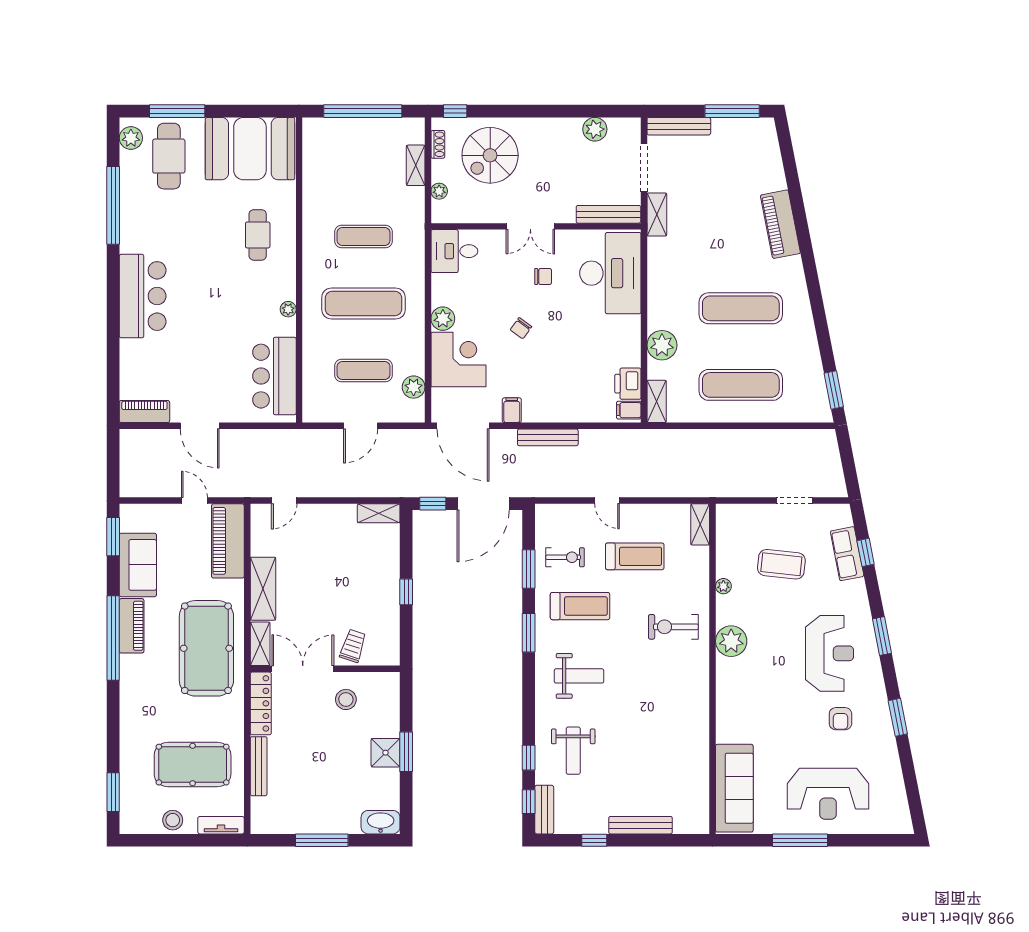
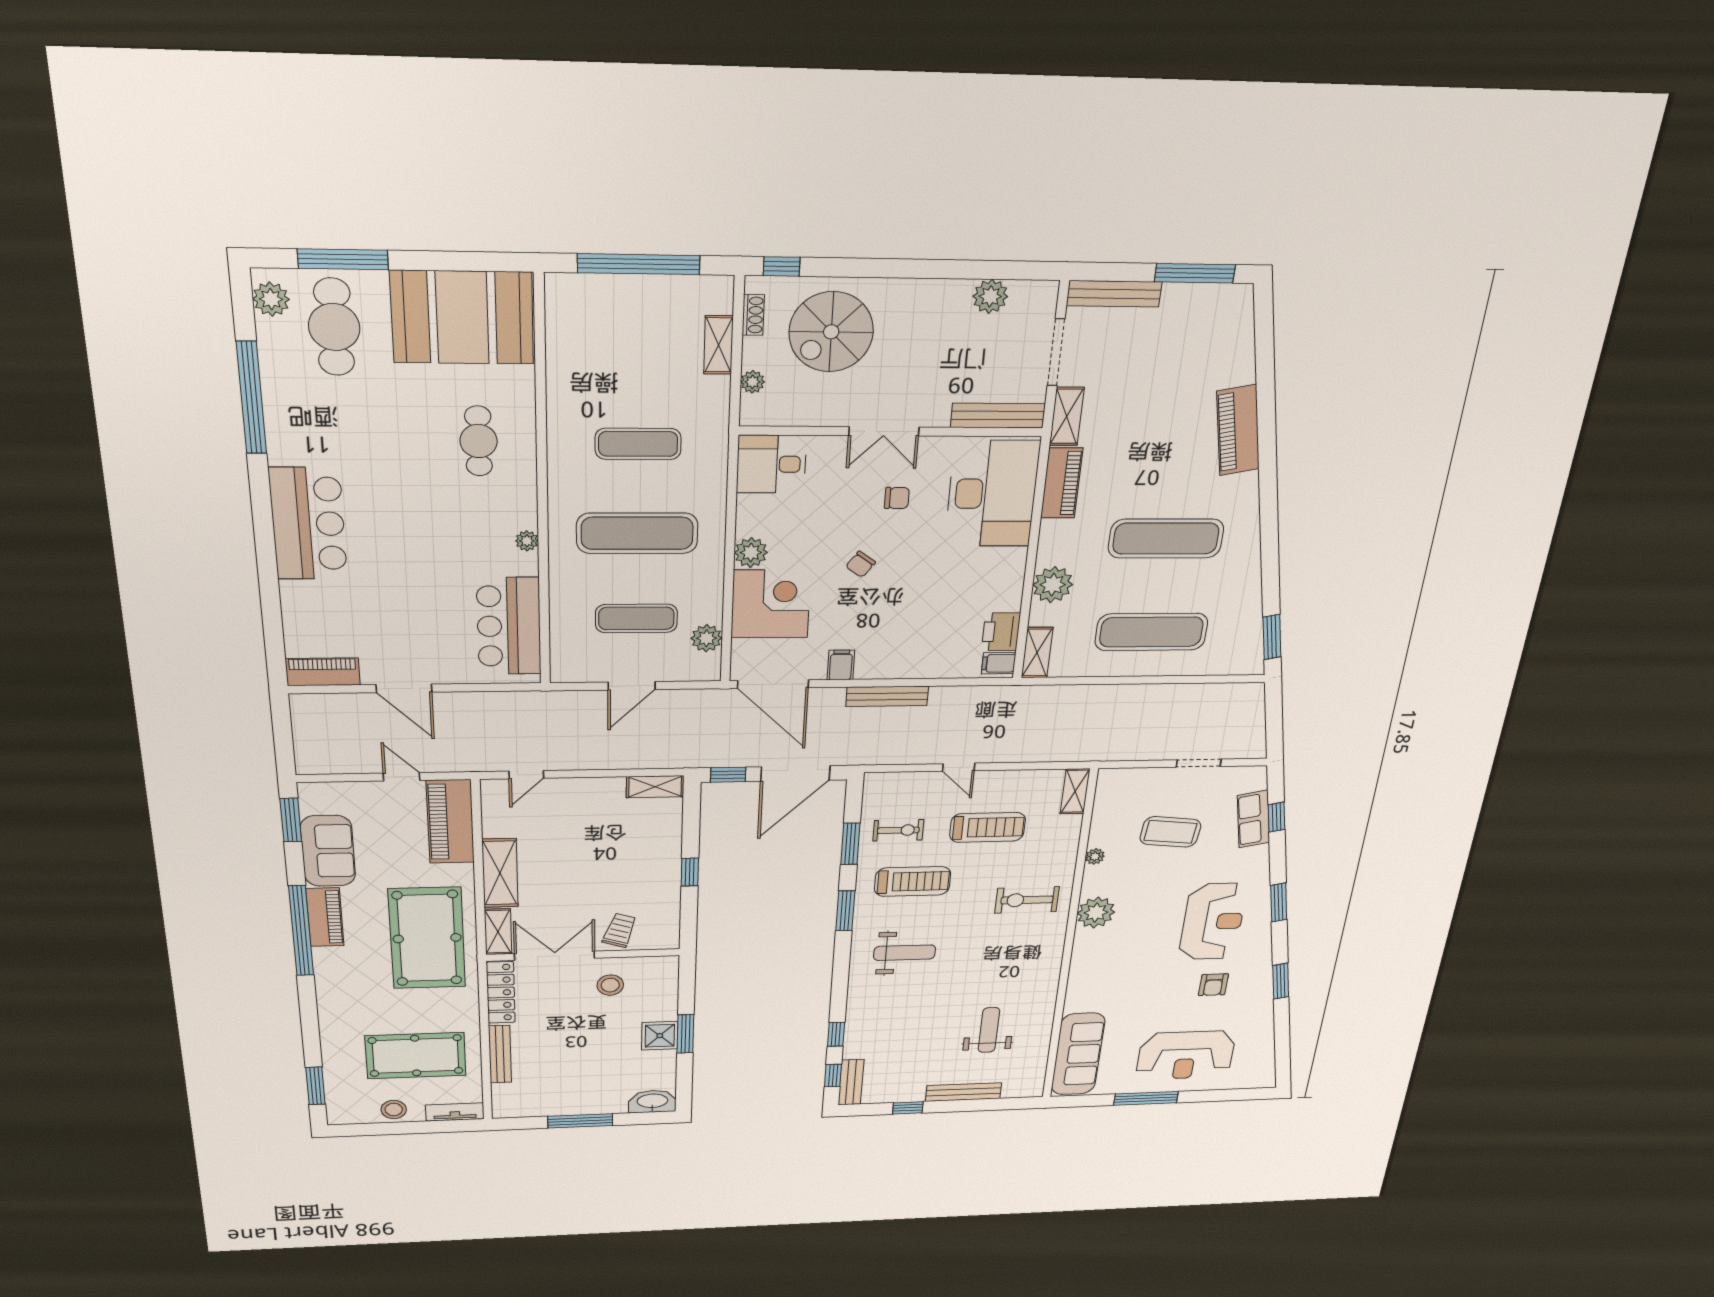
piano: (659, 265) -> (1062, 483), added
weight bench: (573, 751) -> (989, 1030), moved, turned 180

